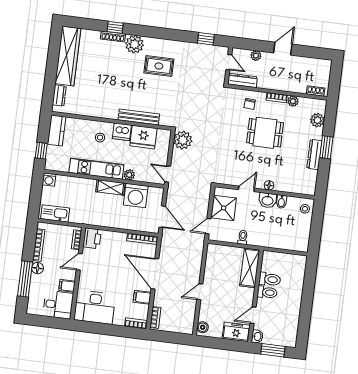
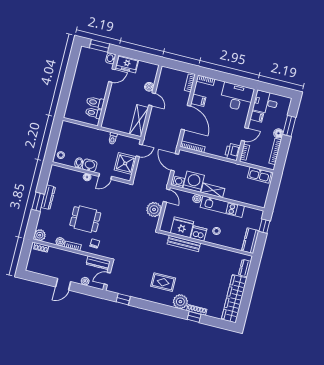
door: (229, 62) -> (107, 279), hinge flipped
plant: (317, 120) -> (40, 235), moved
plant: (183, 140) -> (154, 210), moved
washing machine: (49, 180) -> (179, 182), moved
shelving: (250, 268) -> (139, 121), moved
window: (25, 279) -> (289, 126), width x0.69
door: (200, 292) -> (152, 99), hinge flipped
toilet: (267, 292) -> (93, 113), moved
boiler: (203, 327) -> (149, 87), moved

